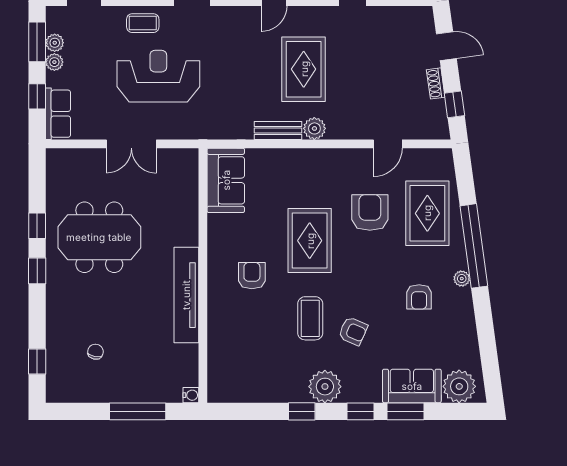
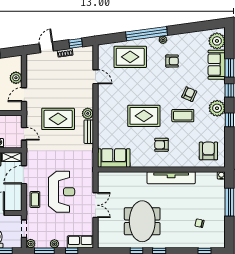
plant: (55, 43) -> (31, 244), moved
reception desk: (158, 76) -> (62, 192), turned 180
armchair: (370, 212) -> (208, 151), moved, turned 90

